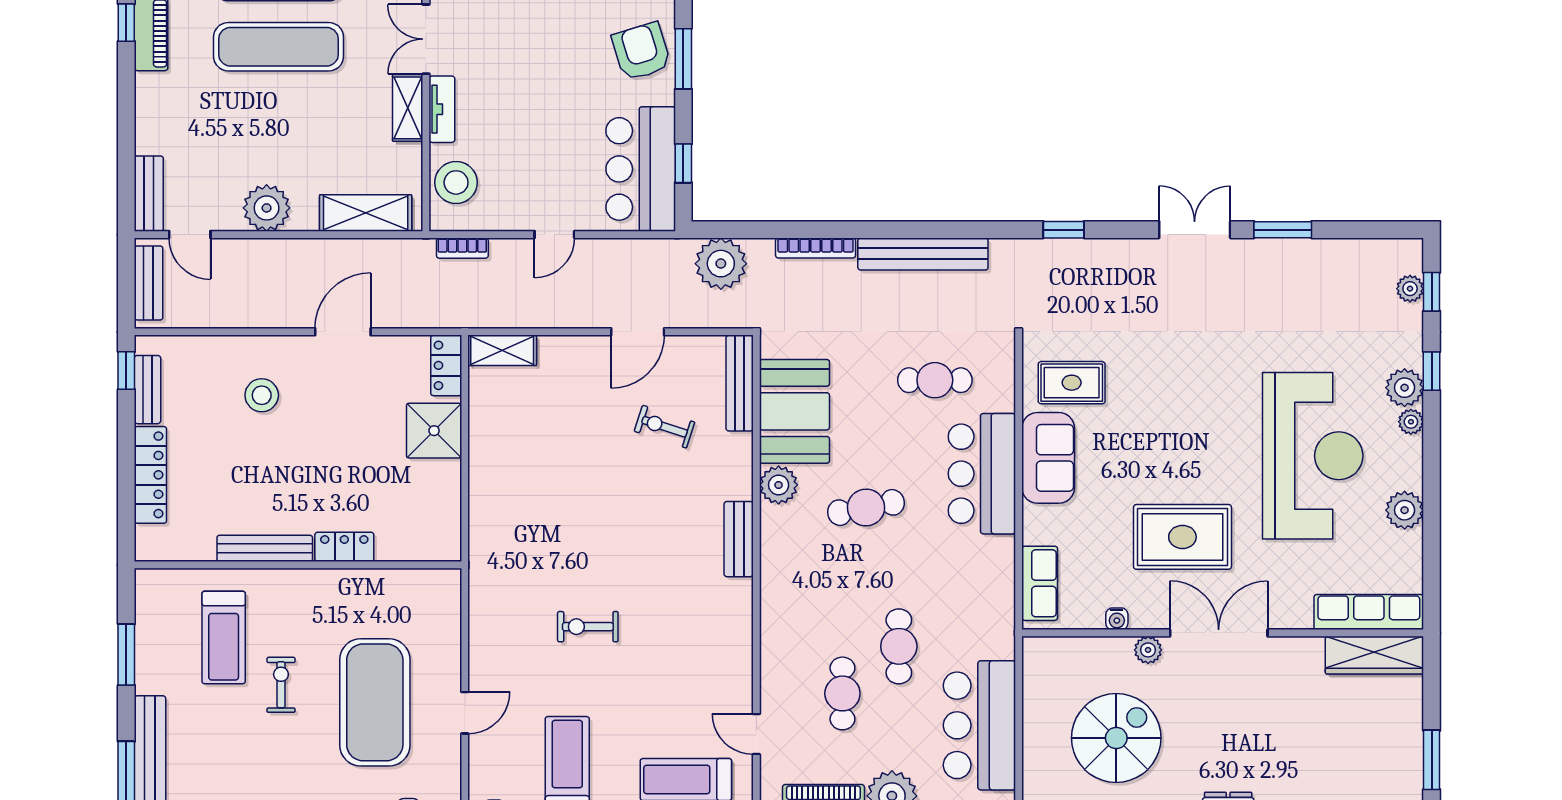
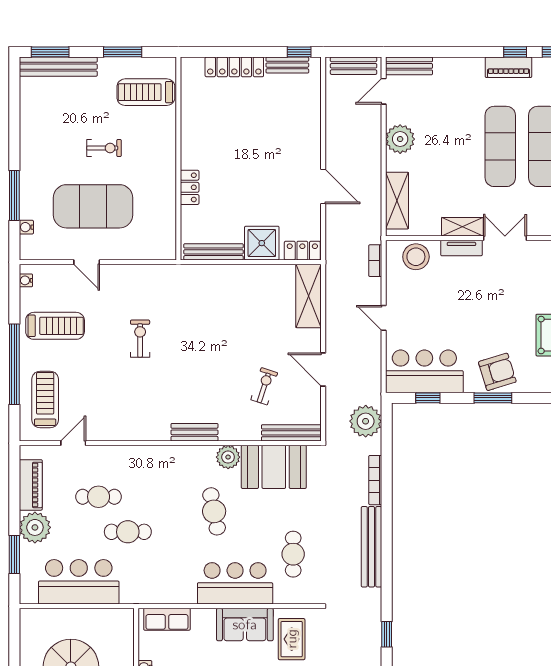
shelving: (502, 350) -> (308, 296), width x1.50, depth x1.33
stool: (262, 395) -> (284, 136), removed
bench: (265, 548) -> (213, 252), moved, turned 90
treadmill: (224, 637) -> (146, 92), moved

